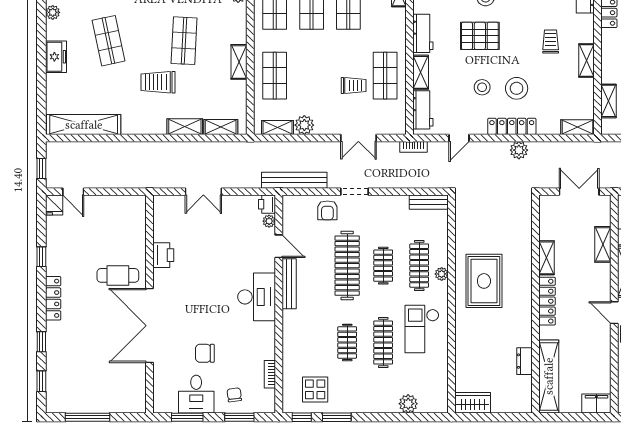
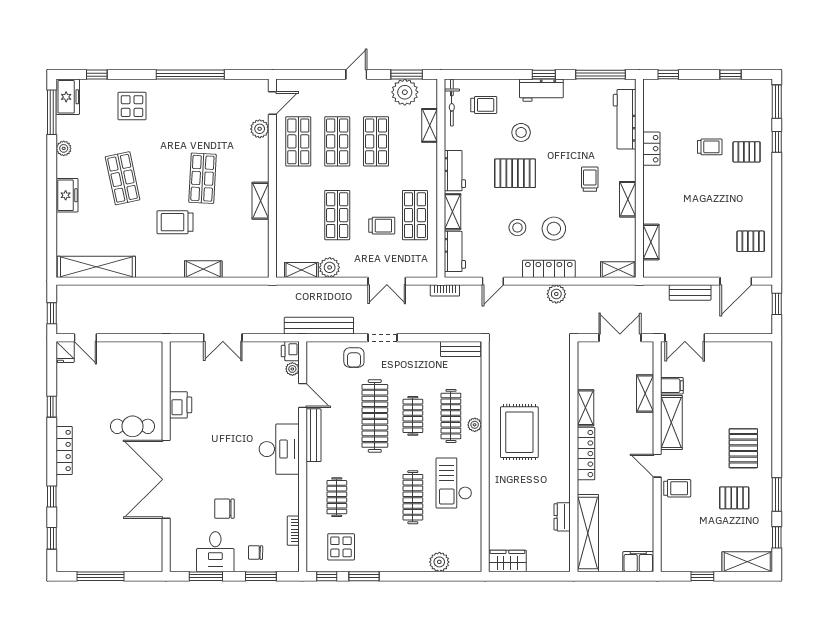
shop shelf: (275, 76) -> (337, 215), moved
shelving: (221, 127) -> (241, 269), removed
clothes rail: (347, 342) -> (337, 497), moved
chair: (234, 395) -> (256, 553), turned -82

